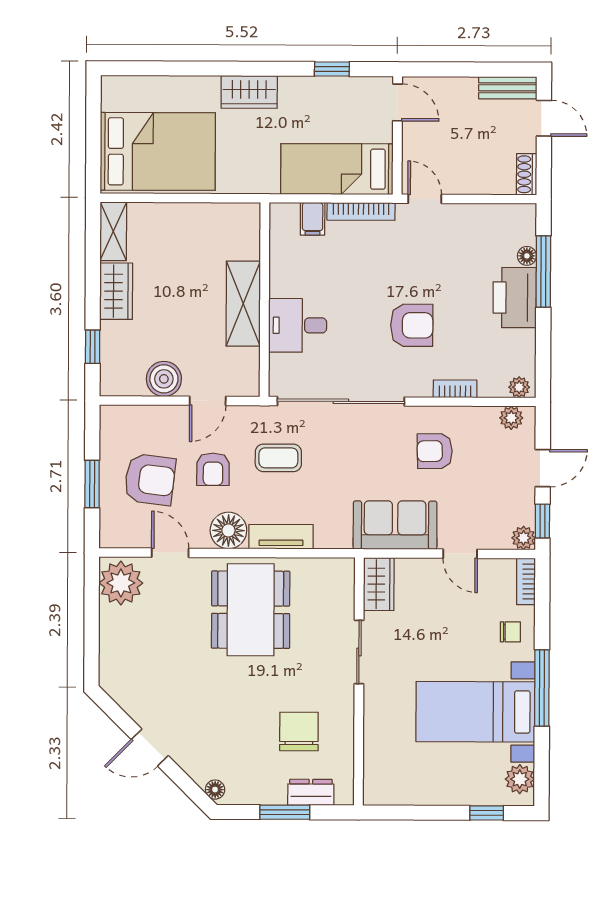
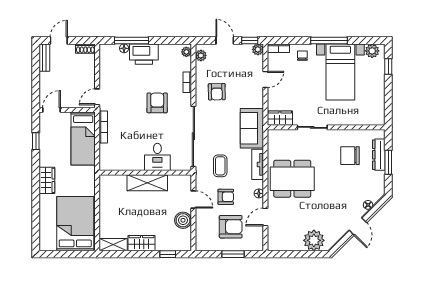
filing cabinet: (313, 219) -> (107, 150), removed
armchair: (150, 479) -> (231, 227), turned 83
sofa: (395, 525) -> (252, 128), moved
floor lamp: (228, 530) -> (259, 193), width x0.53, depth x0.53
plant: (121, 583) -> (314, 240), moved
floor lamp: (215, 790) -> (368, 205), moved
dresser: (311, 792) -> (379, 155), width x1.44

